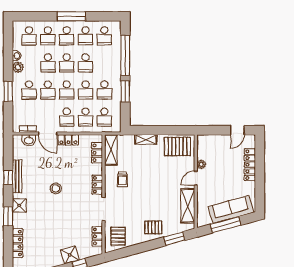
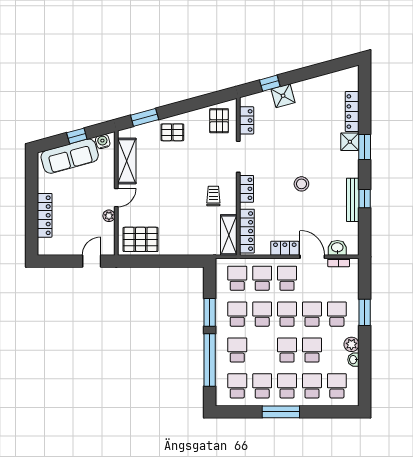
school desk: (86, 63) -> (237, 350), moved
door: (237, 130) -> (92, 261), moved
shelving: (146, 139) -> (182, 249), removed
locker: (97, 153) -> (247, 231), width x1.53
shower: (19, 205) -> (350, 142), moved
water cooler: (206, 220) -> (103, 142), added
window: (225, 225) -> (77, 136), width x0.46

